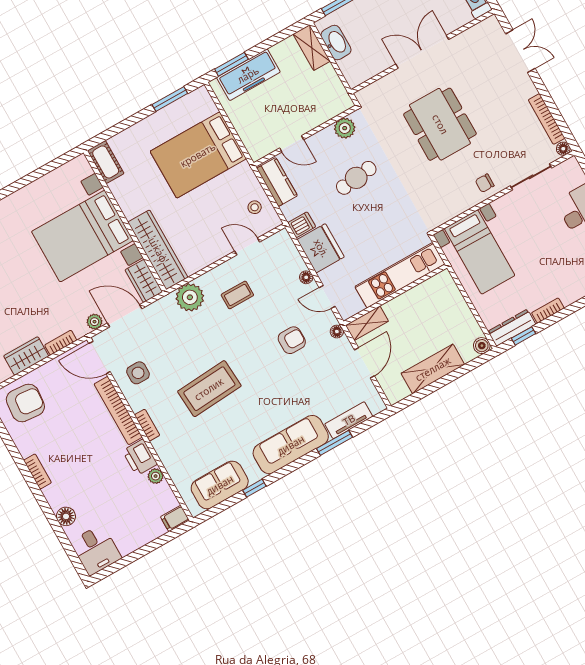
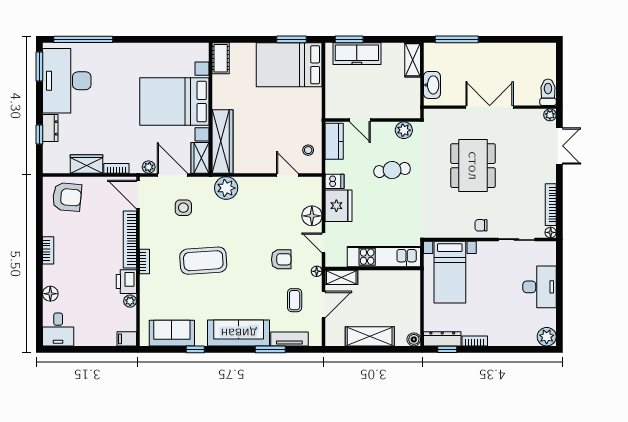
plant: (492, 24) -> (550, 115), added
washbasin: (336, 42) -> (432, 85), moved
bed: (198, 155) -> (289, 65), moved
floor lamp: (306, 277) -> (312, 216), width x1.89, depth x1.89
coffee table: (237, 295) -> (295, 300), moved, turned 90
side table: (138, 373) -> (183, 208), moved

